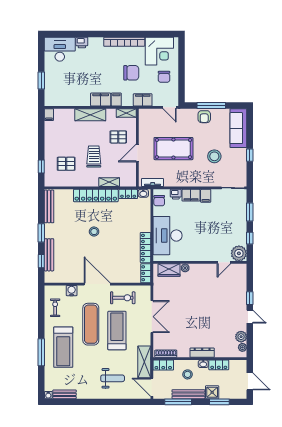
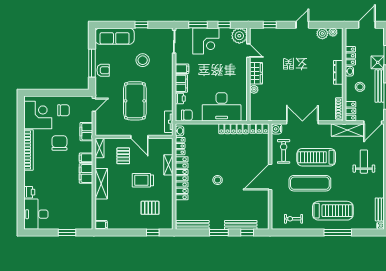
pallet: (66, 164) -> (150, 208), turned 90
corner desk: (234, 220) -> (206, 41), added
wardrobe: (169, 270) -> (256, 73), moved
water cooler: (72, 291) -> (276, 129), moved
window: (250, 298) -> (270, 25), moved

